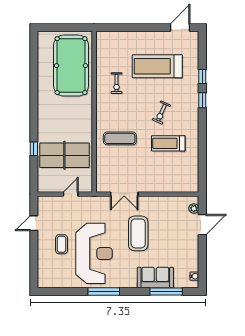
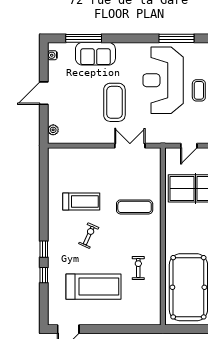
door: (202, 225) -> (44, 93), moved
window: (104, 292) -> (176, 38), moved

